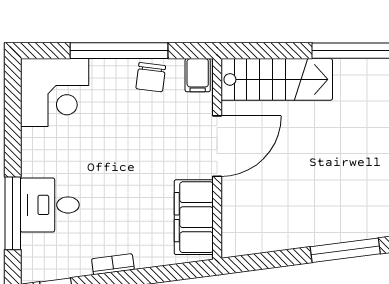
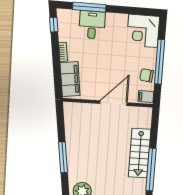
stairs: (277, 79) -> (140, 153), moved
door: (217, 146) -> (114, 103), swing flipped
filing cabinet: (194, 217) -> (70, 79), moved, turned 83

